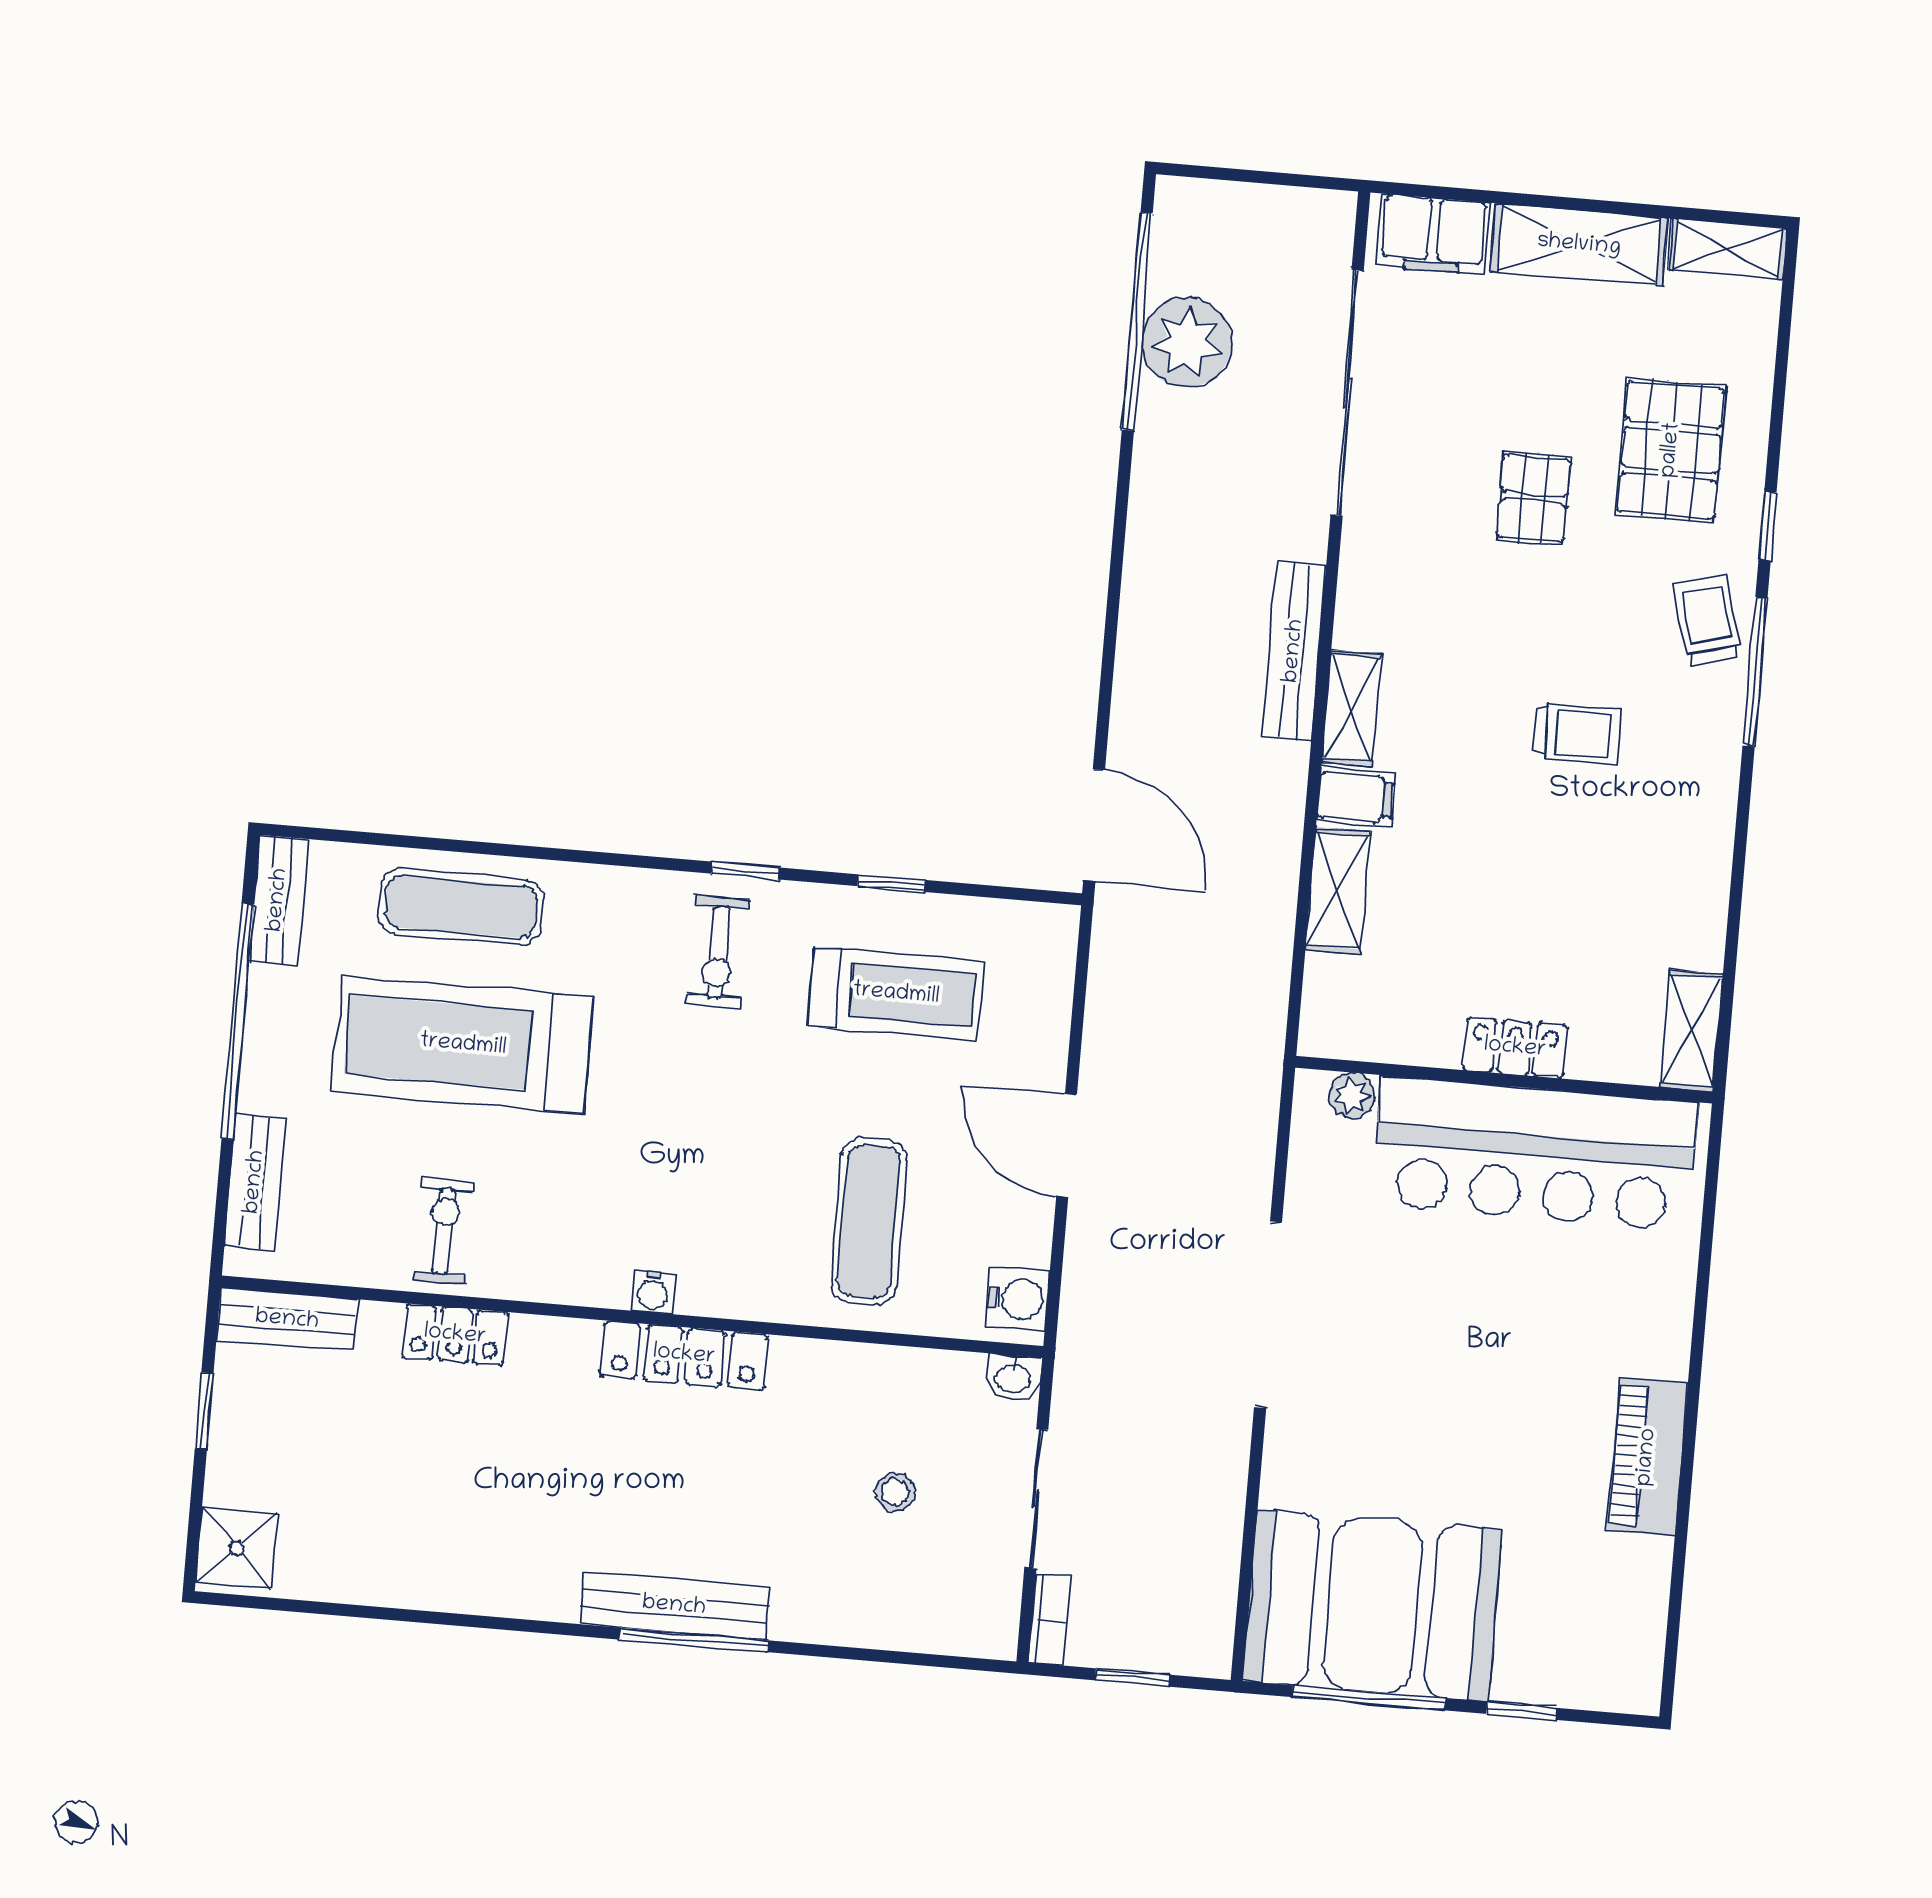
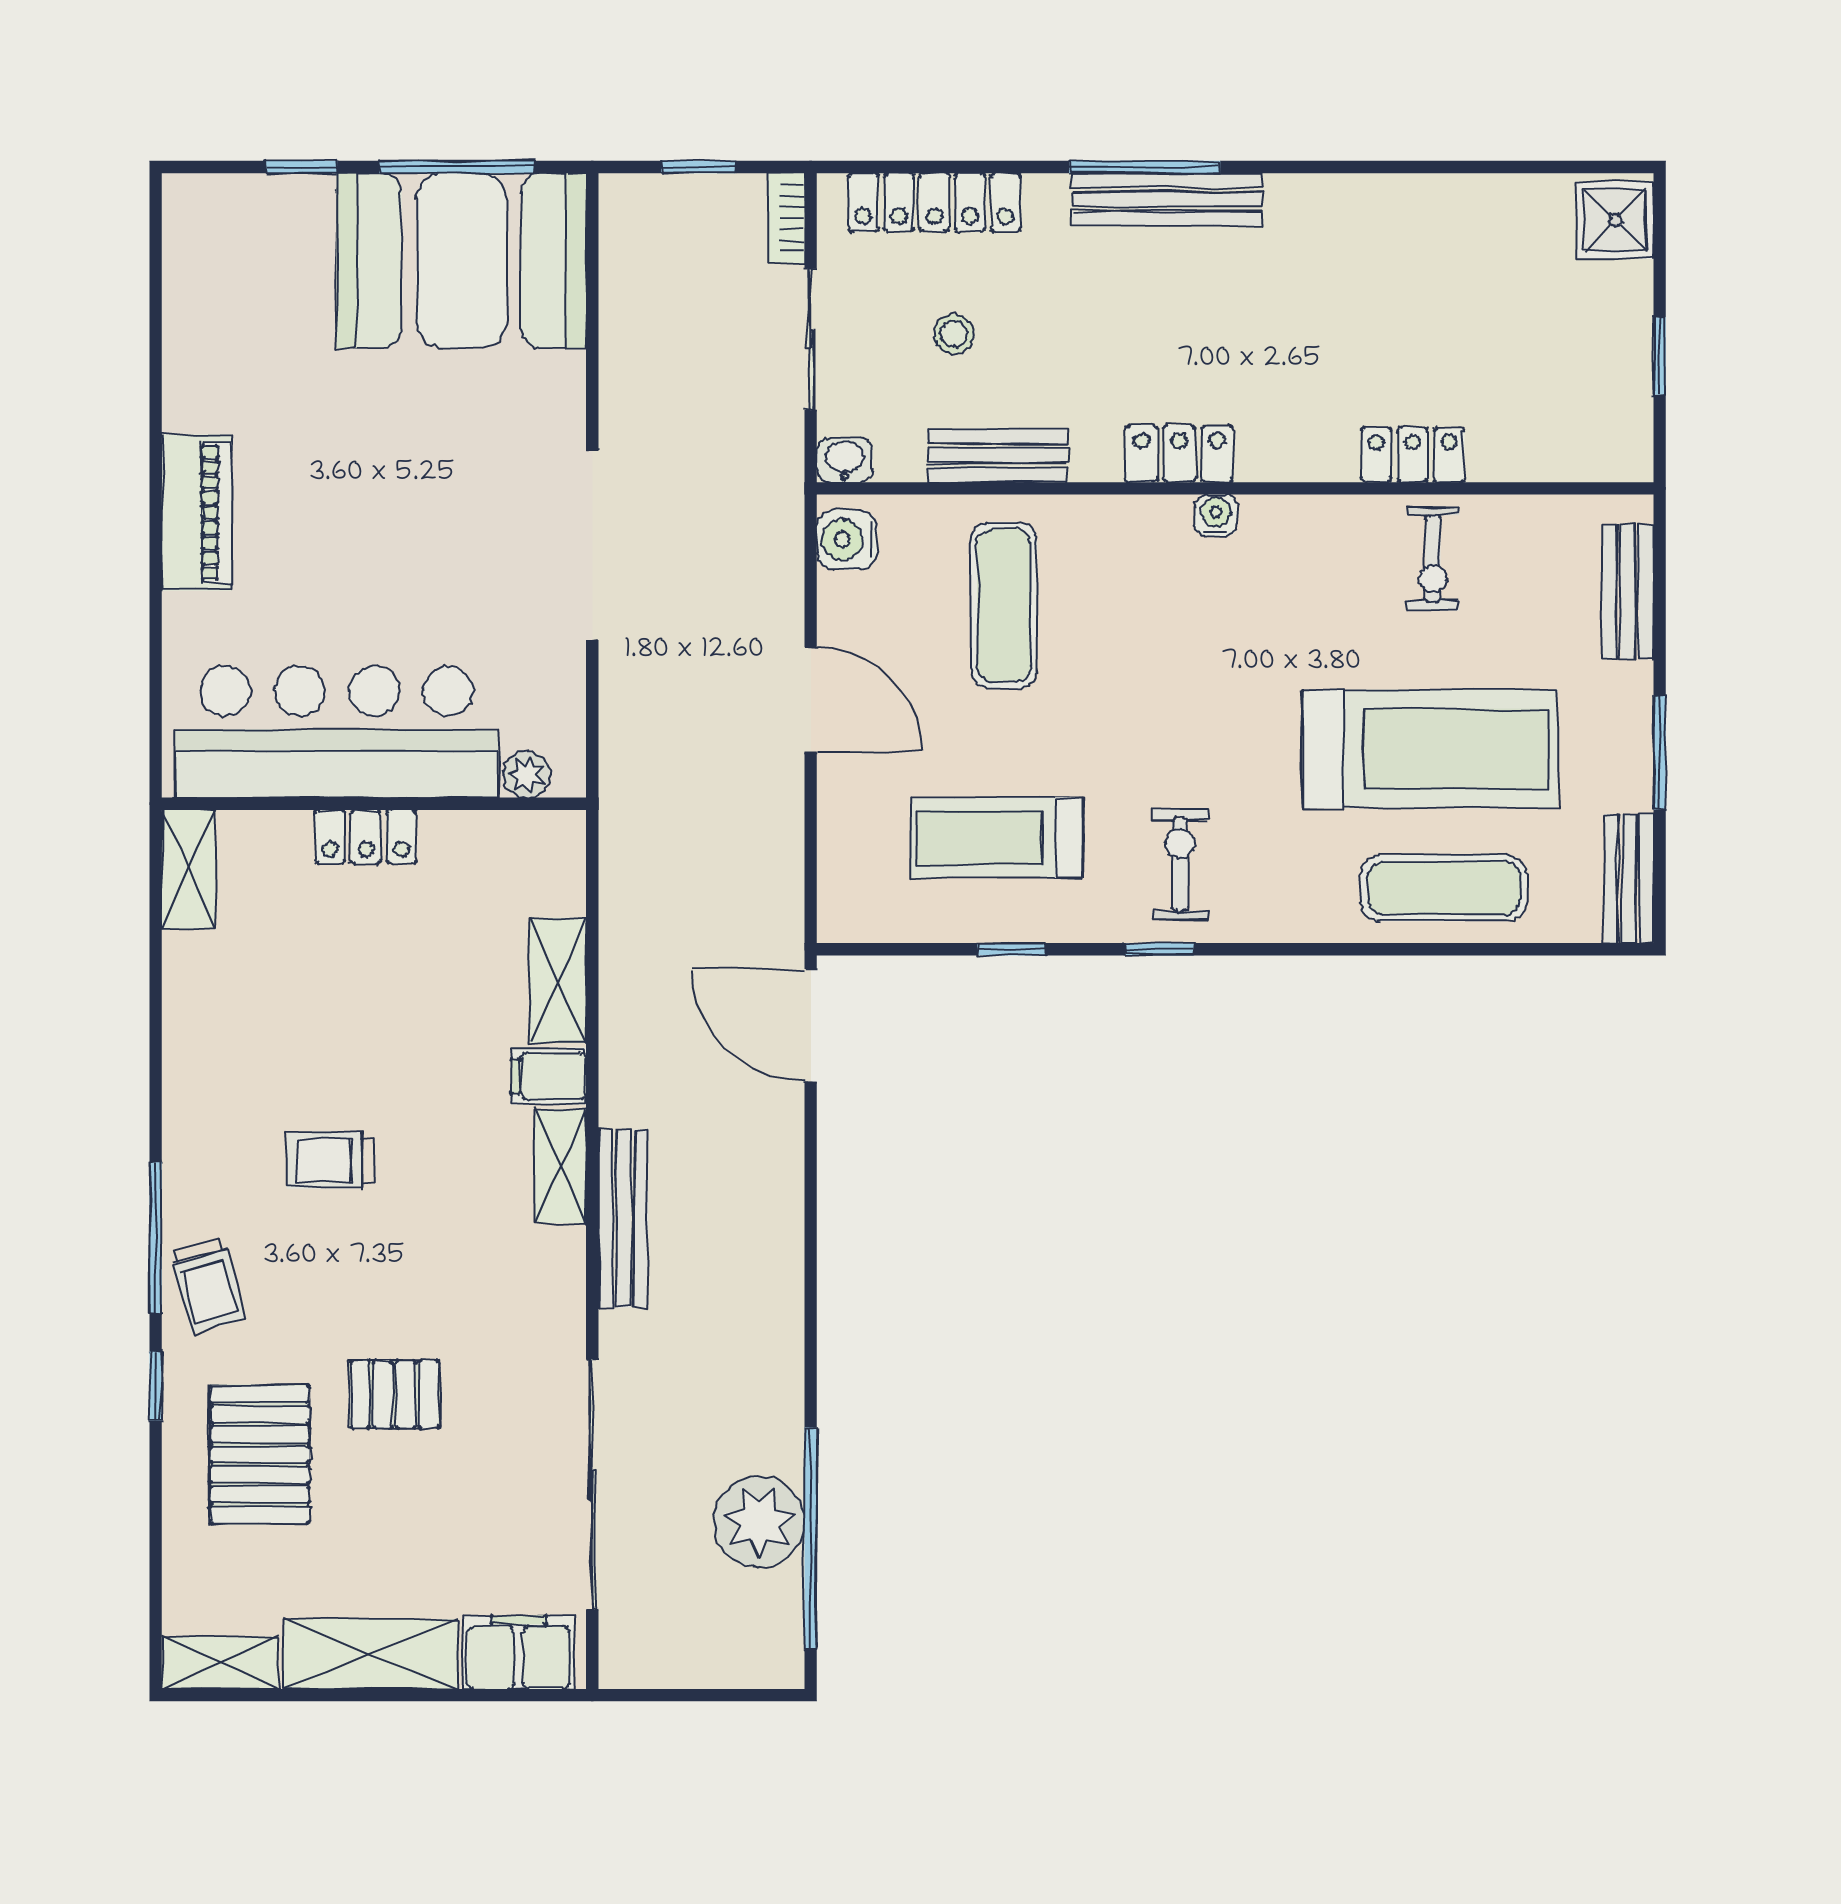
pallet: (1534, 498) -> (394, 1394), turned 90
window: (238, 1021) -> (1660, 753), width x0.47
bench: (287, 1320) -> (997, 456), moved
locker: (684, 1355) -> (1179, 454), width x0.66
piano: (1647, 1457) -> (197, 513), moved
locker: (903, 1623) -> (935, 202), added

